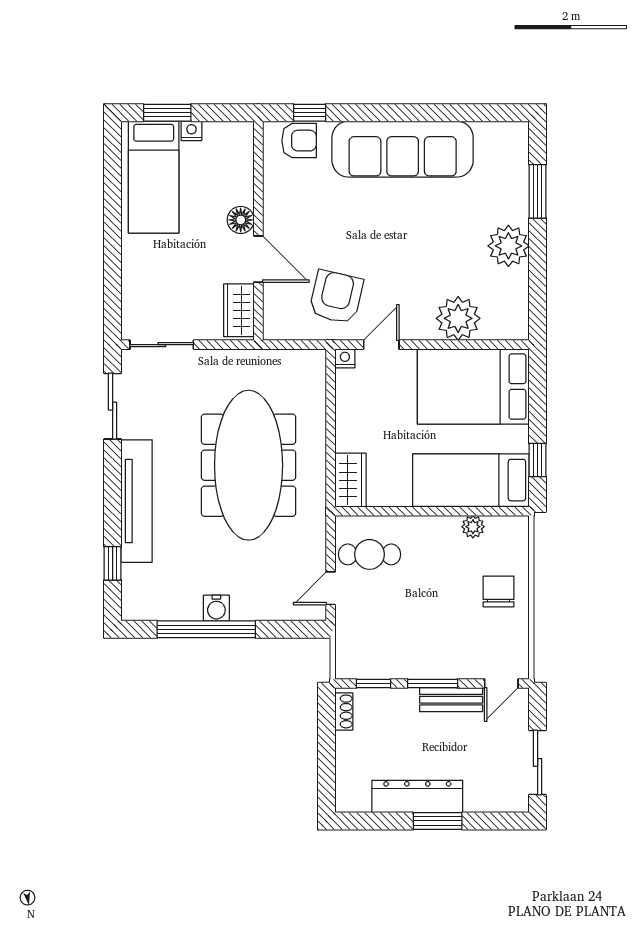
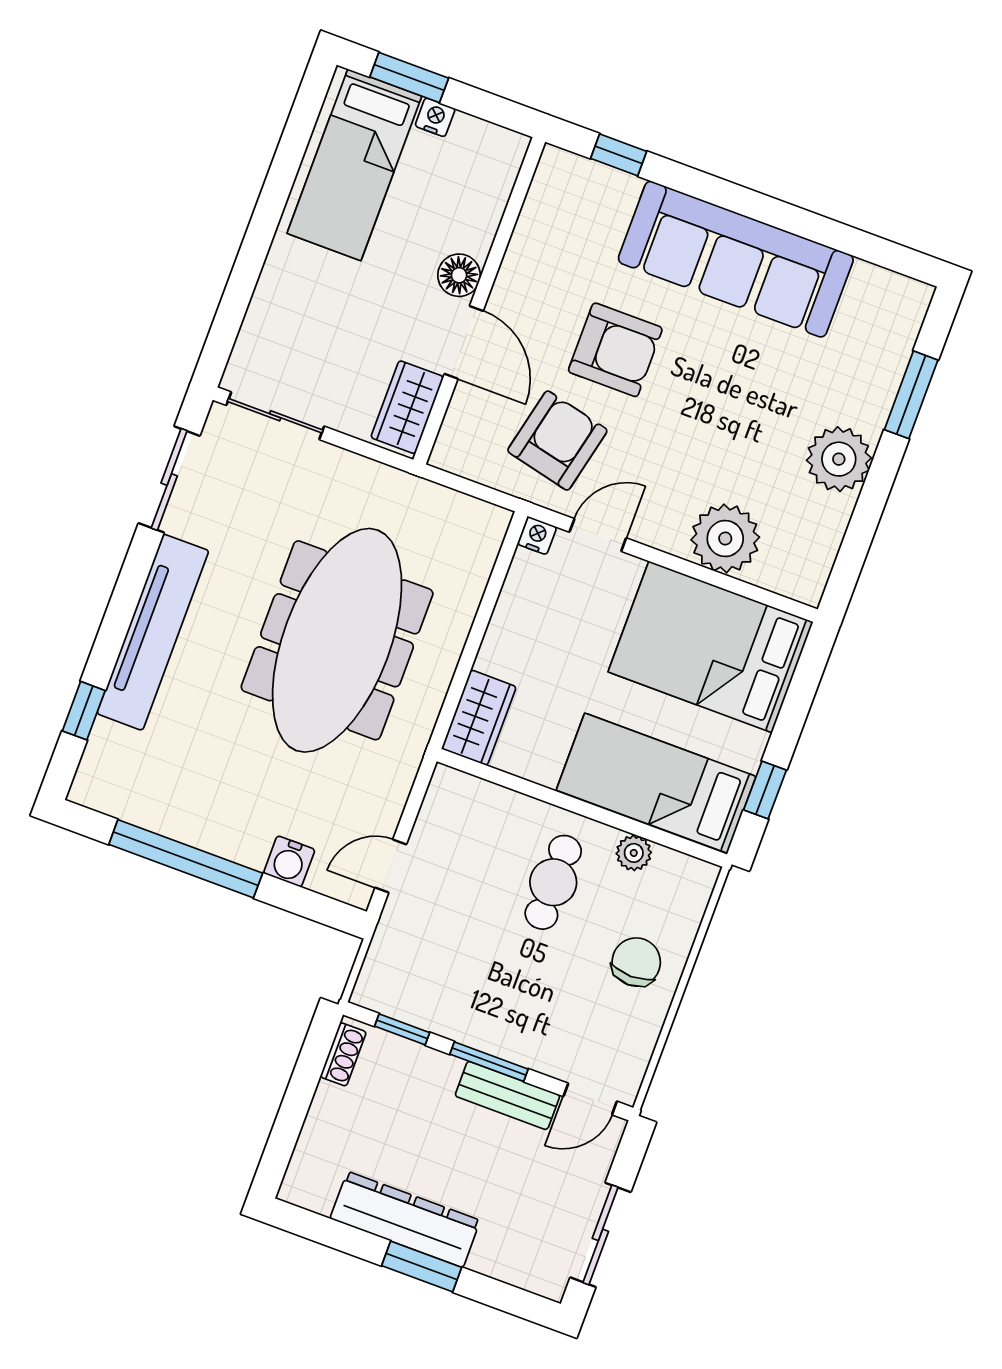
armchair: (299, 141) -> (615, 350), moved, width x1.38, depth x1.38
cafe table: (370, 554) -> (553, 882), moved, turned 90
water cooler: (216, 608) -> (289, 861), moved

